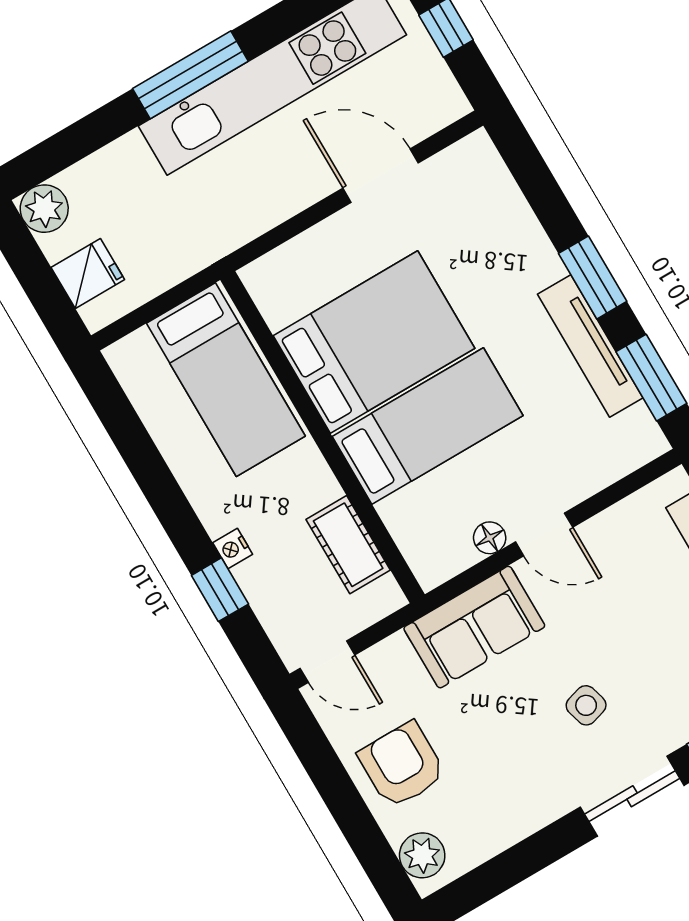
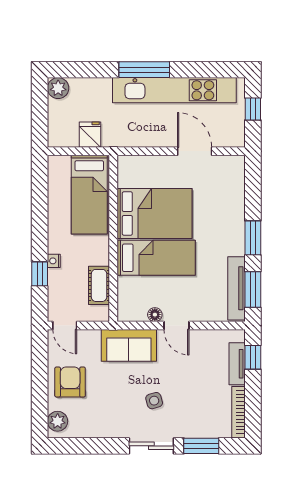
fridge: (88, 273) -> (90, 135), moved, turned -90
tv unit: (590, 346) -> (237, 288), moved

